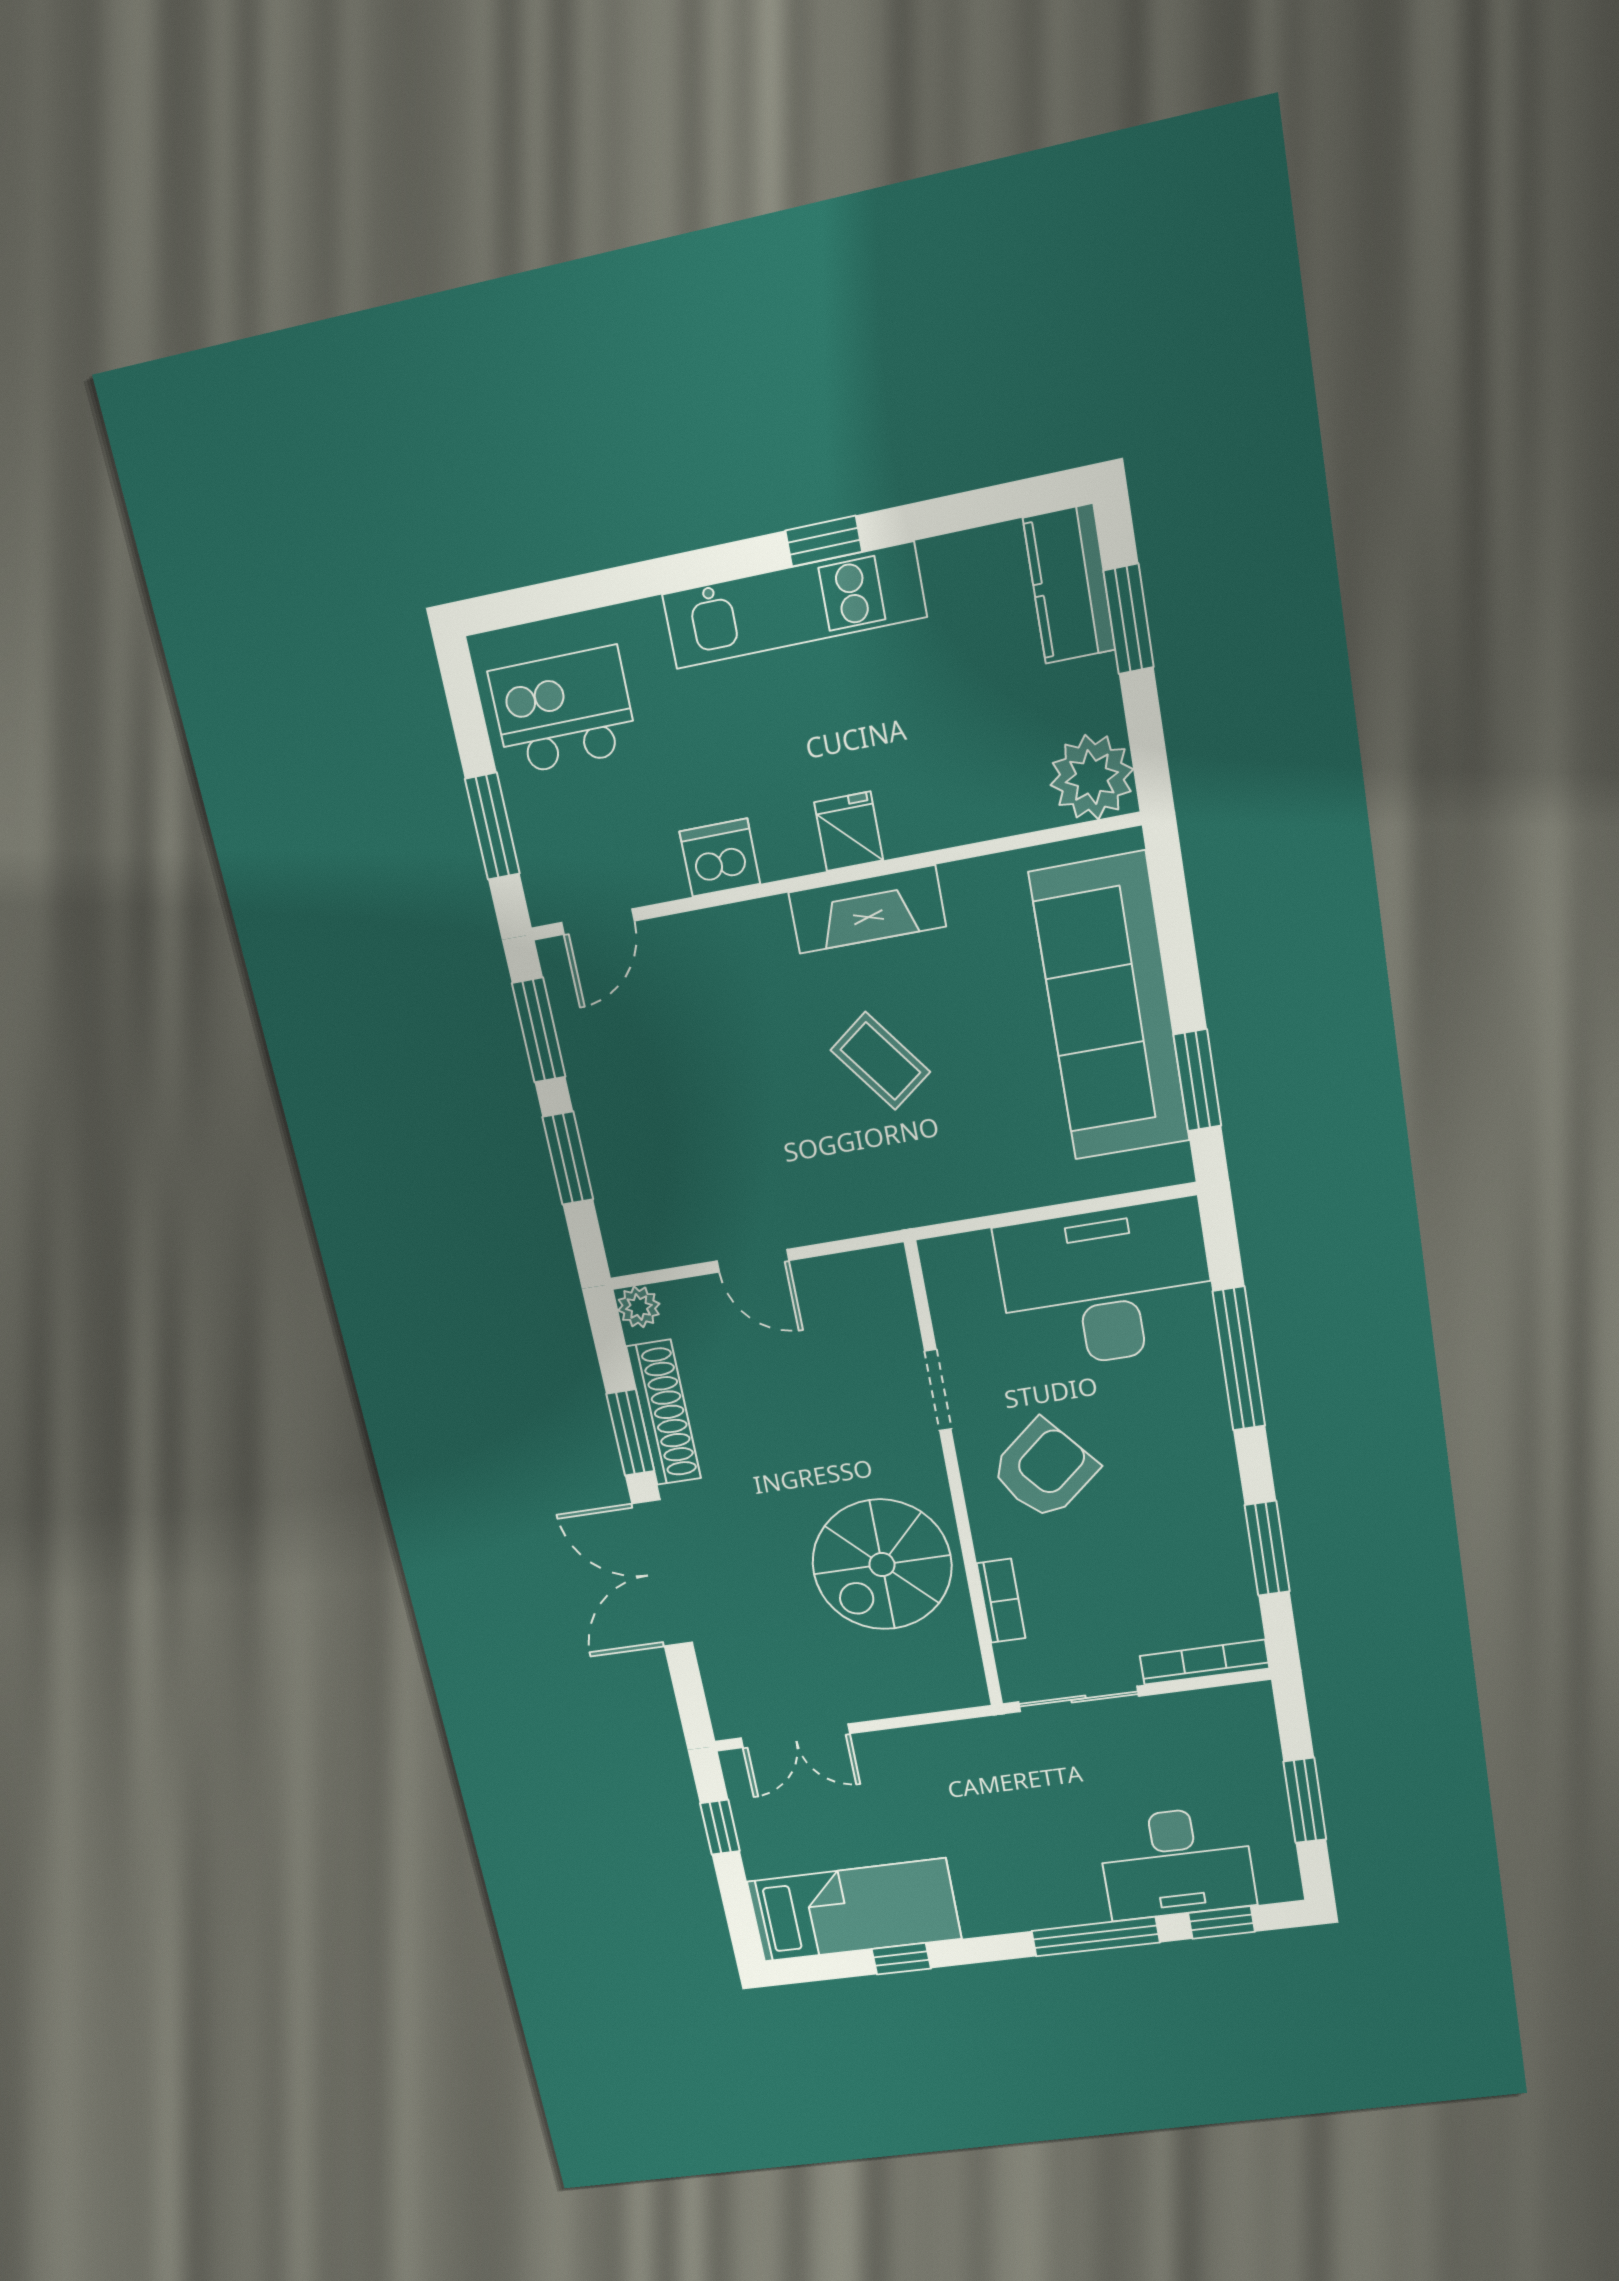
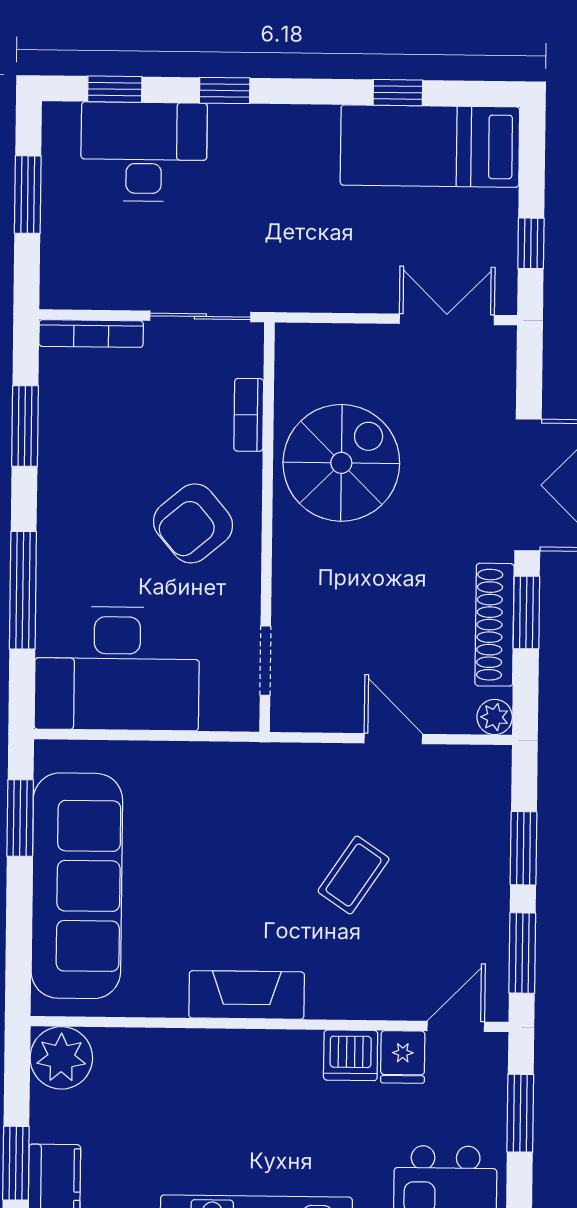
fridge: (849, 831) -> (403, 1057), moved
coffee table: (880, 1061) -> (354, 875), moved, turned 71
doorway: (938, 1390) -> (265, 661), moved
window: (1096, 1937) -> (225, 90), width x0.46

